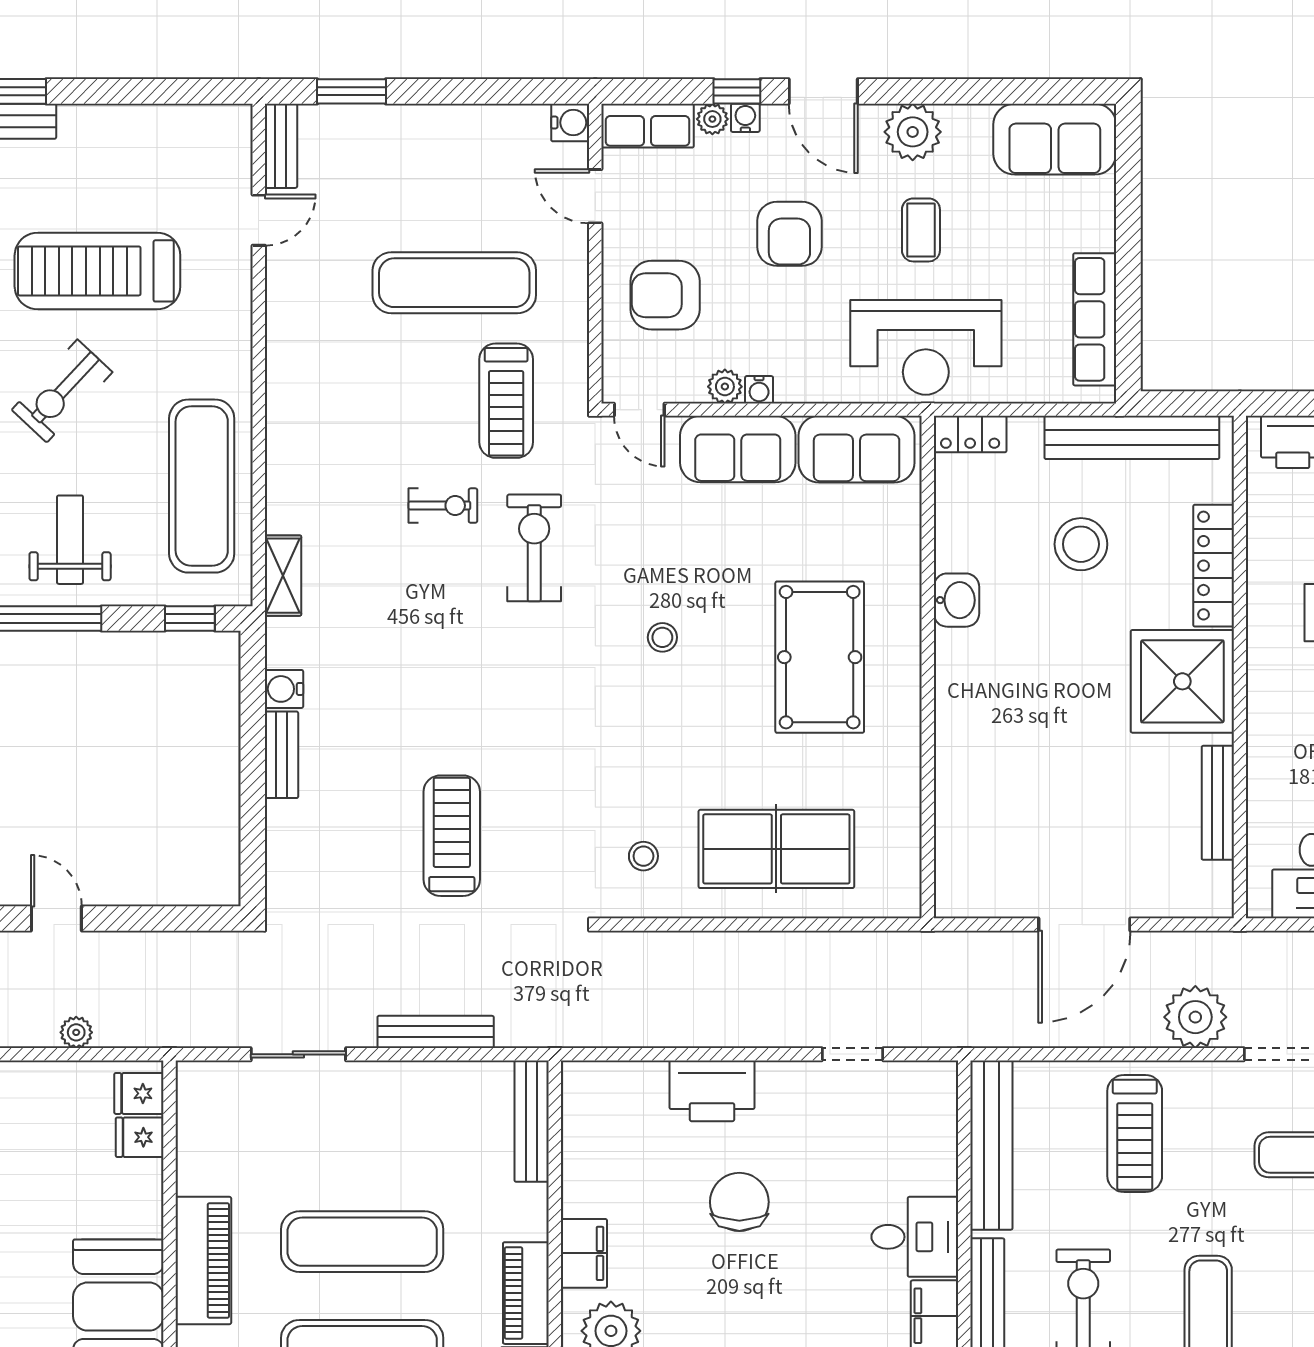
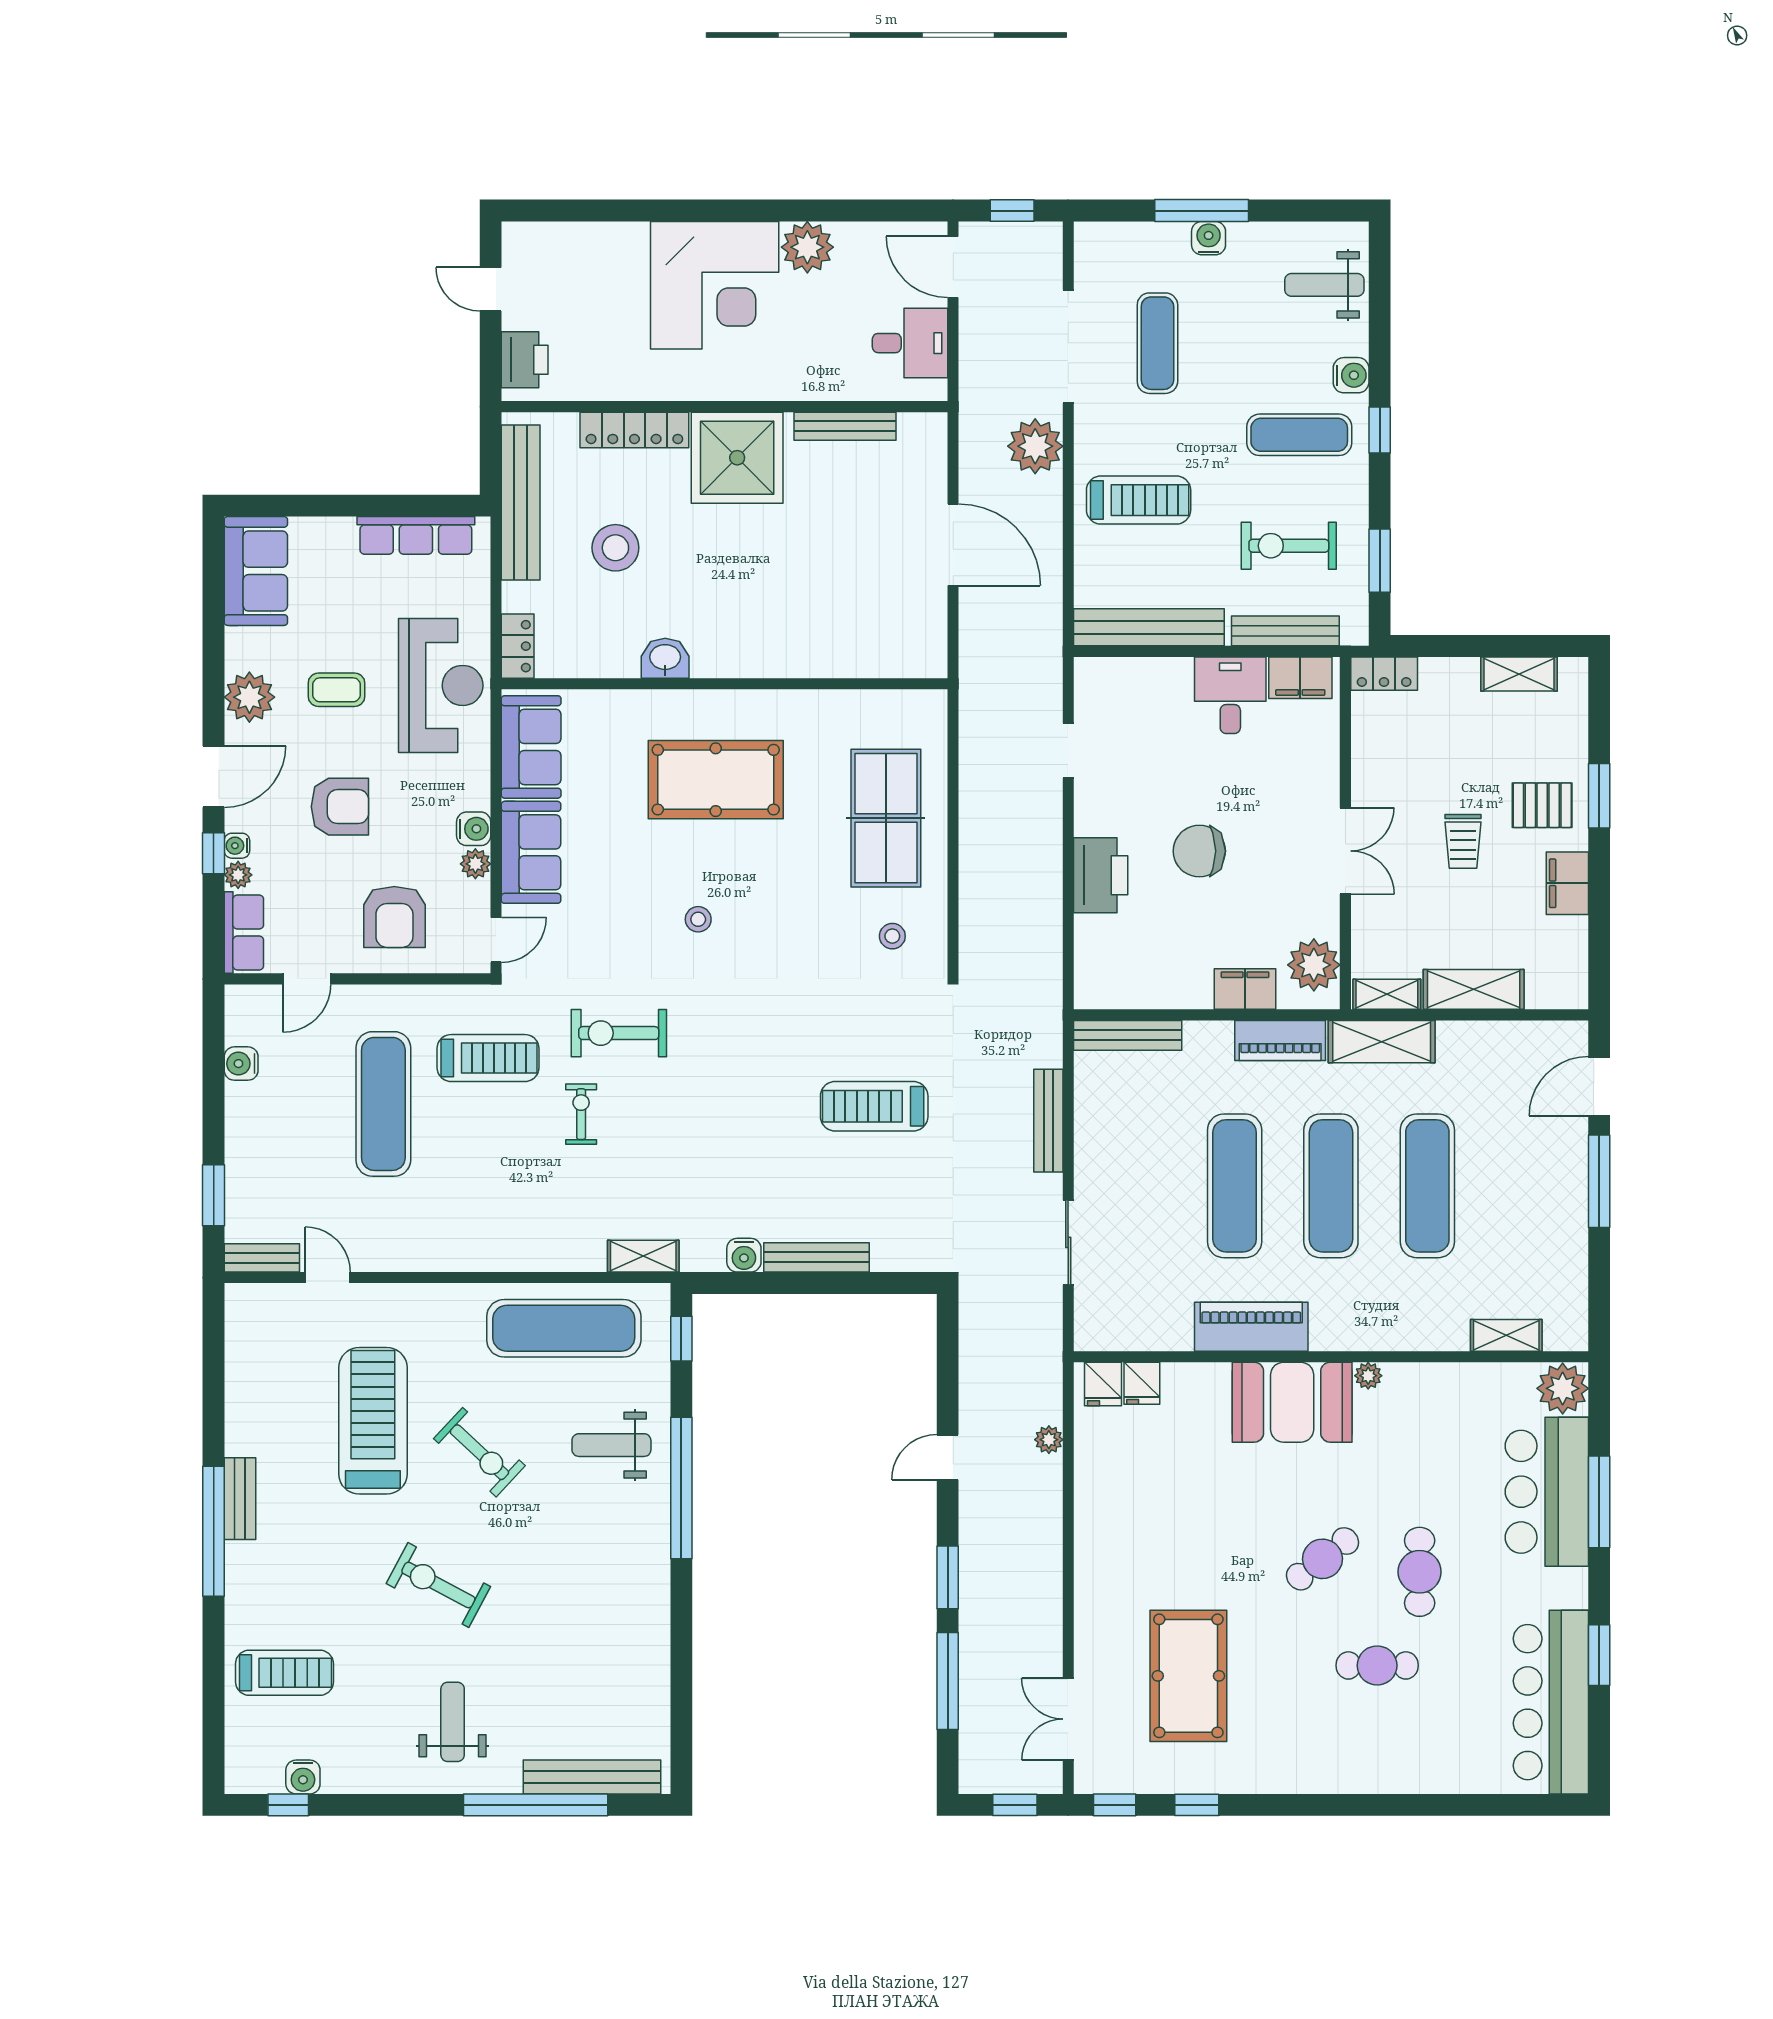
water cooler: (570, 123) -> (241, 1064), moved, turned -90
treadmill: (97, 271) -> (373, 1421), turned 180
water cooler: (759, 390) -> (474, 829), width x1.38, depth x1.38
bench: (281, 755) -> (816, 1257), width x1.36

